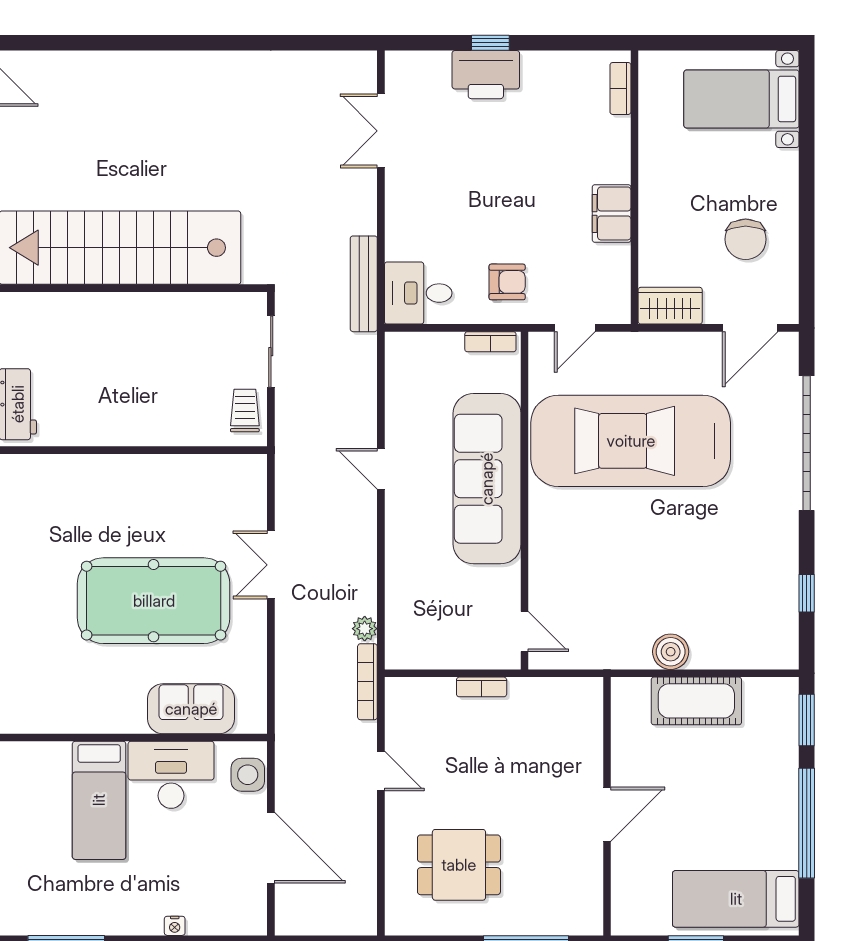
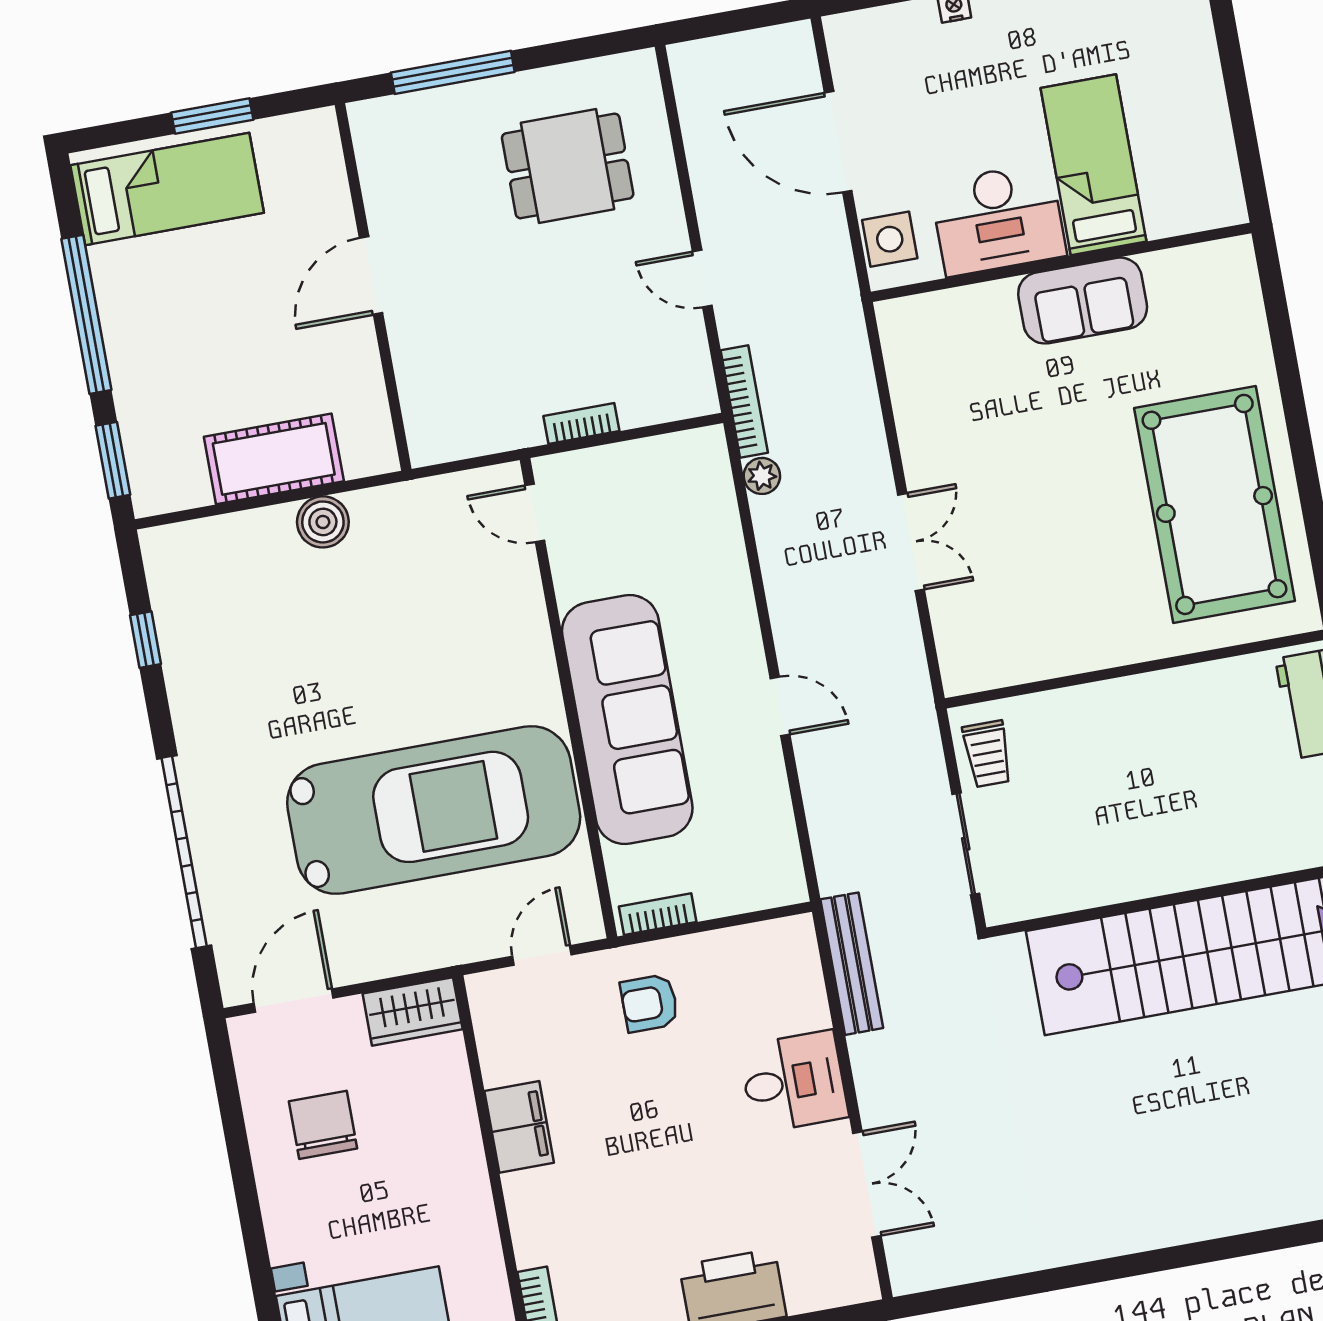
desk: (418, 293) -> (794, 1082), moved
pool table: (154, 601) -> (1214, 504), moved, turned 90
sofa: (191, 709) -> (1083, 301), moved

